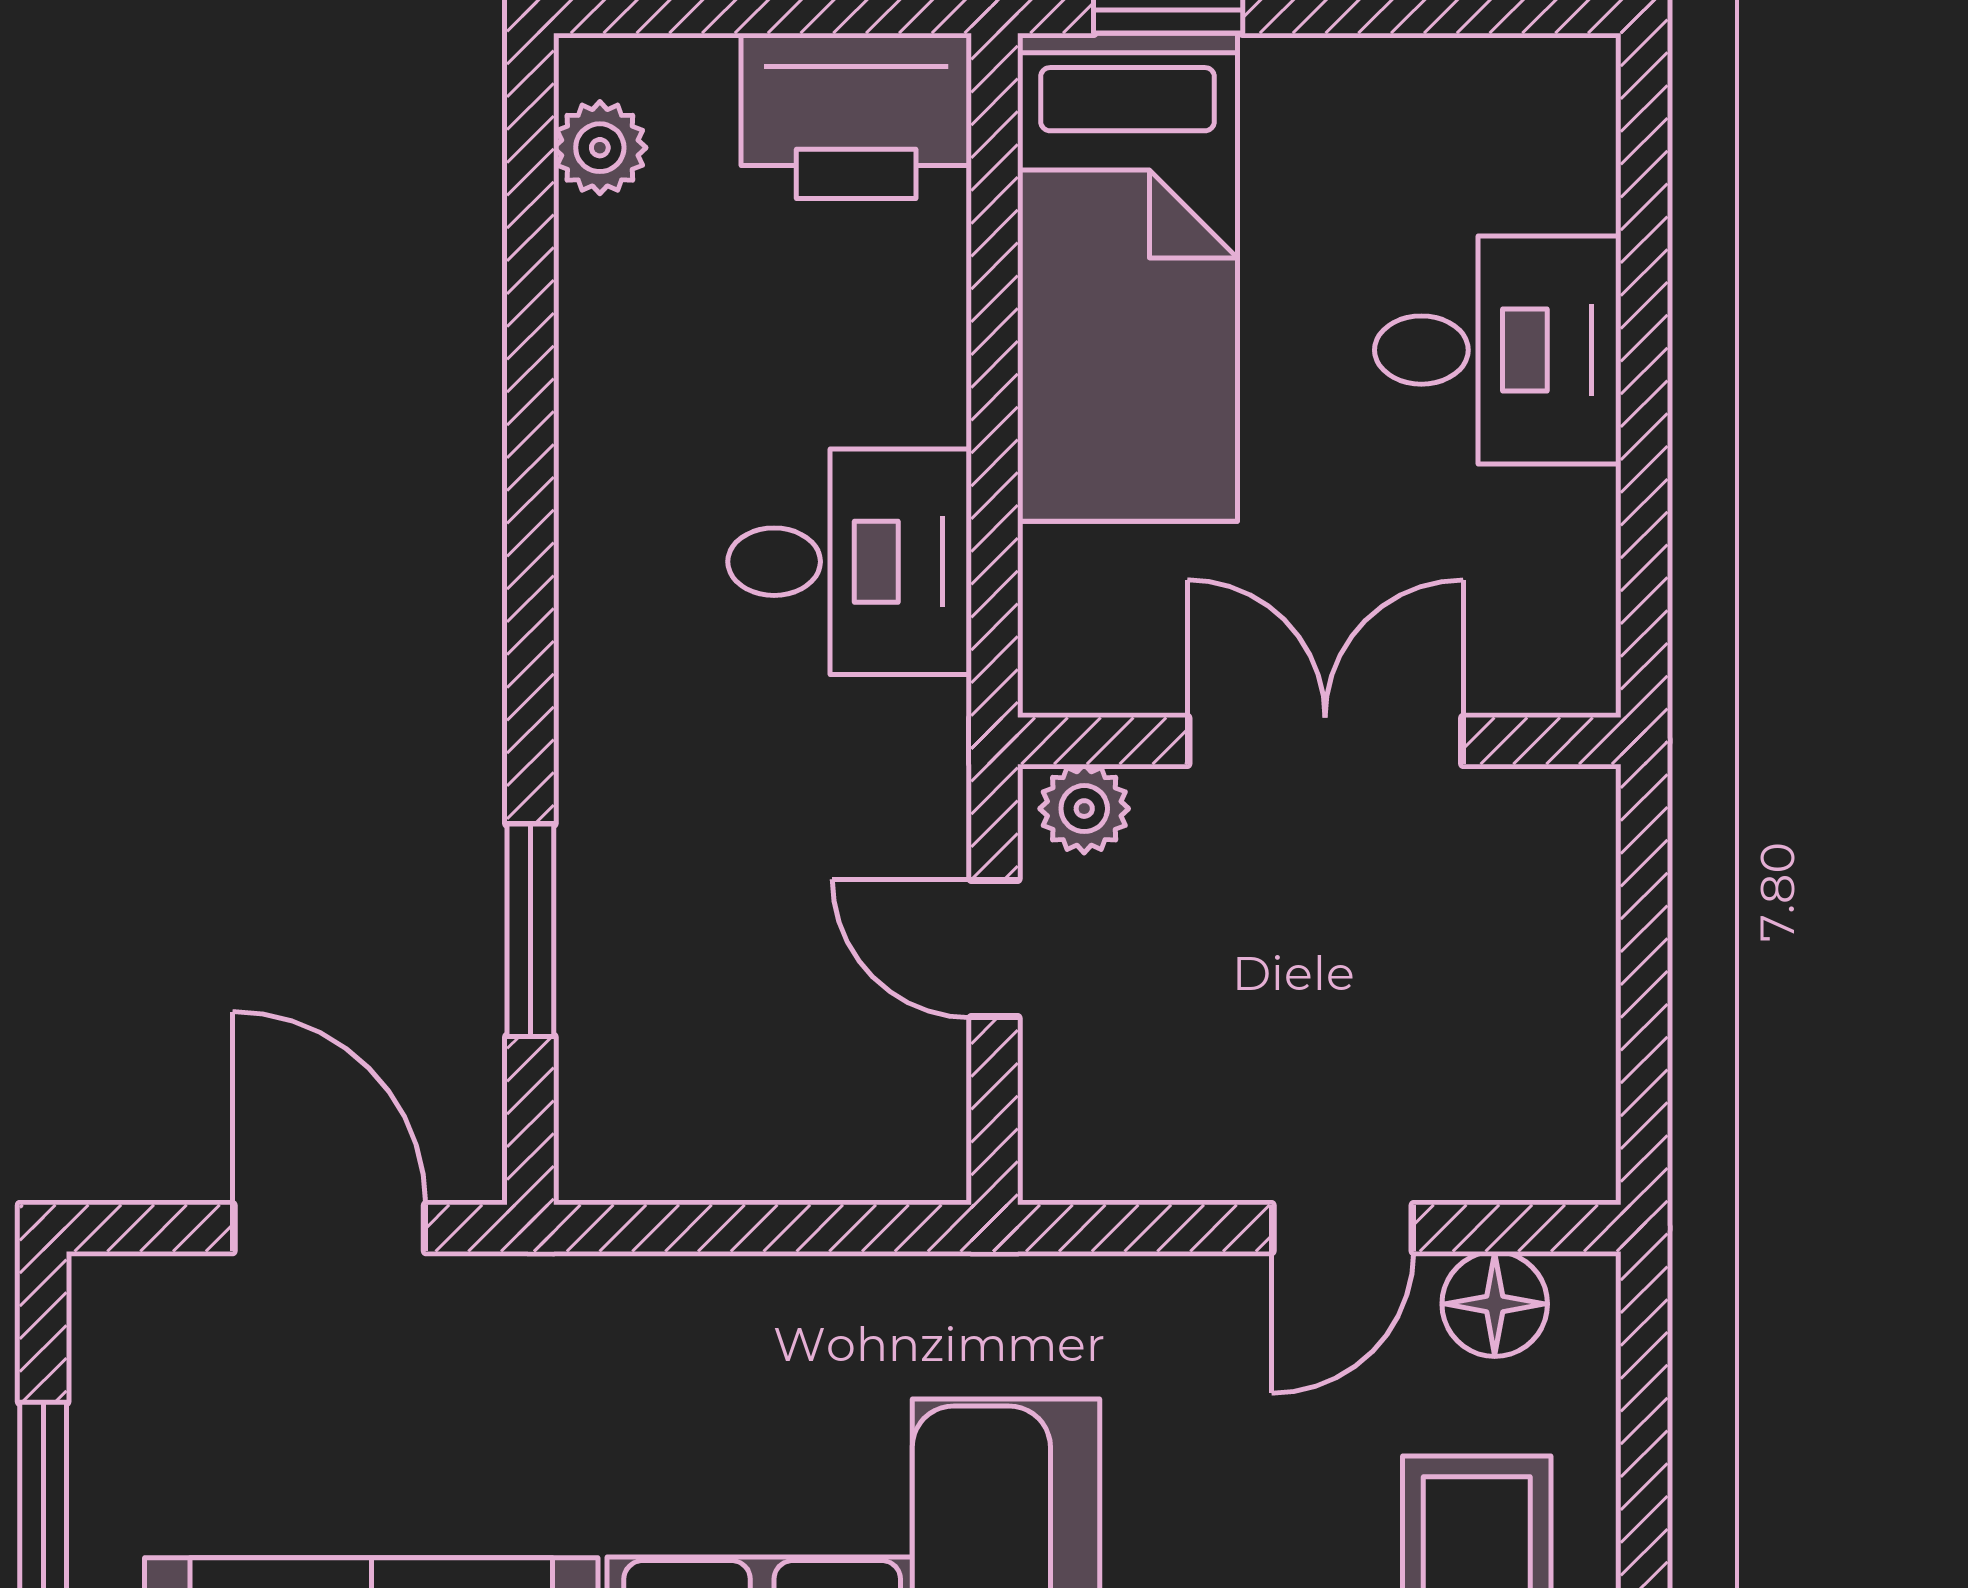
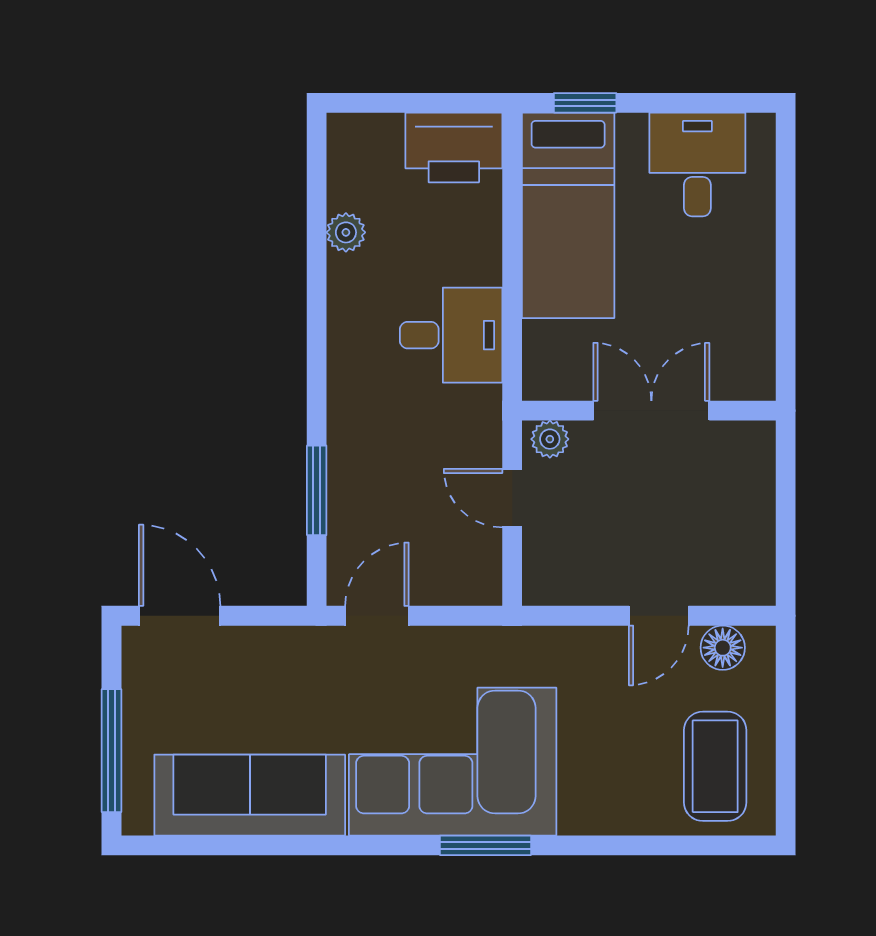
plant: (600, 148) -> (346, 232), moved
desk: (1498, 350) -> (697, 164), moved, turned -90
door: (329, 1228) -> (180, 616), moved
door: (674, 1228) -> (377, 616), added

